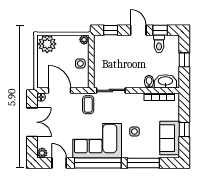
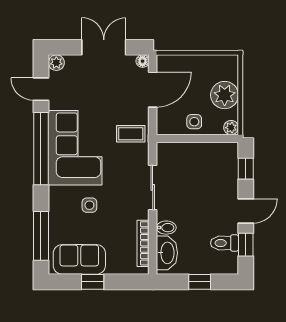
plant: (47, 44) -> (225, 95), moved
sliding door: (111, 90) -> (153, 187), moved
double door: (32, 122) -> (104, 47), swing flipped
door: (59, 163) -> (41, 89), swing flipped
window: (143, 163) -> (41, 236), moved

